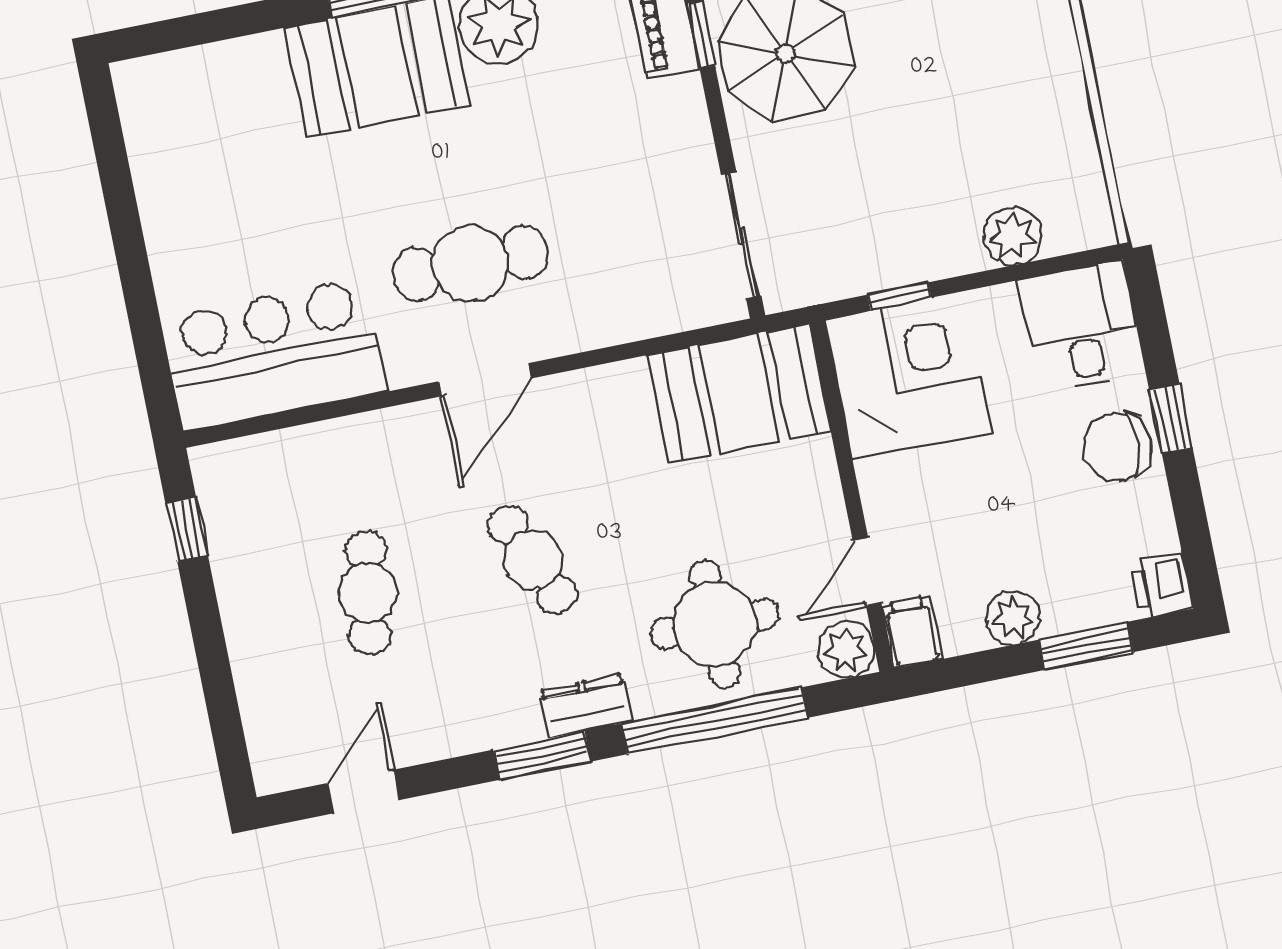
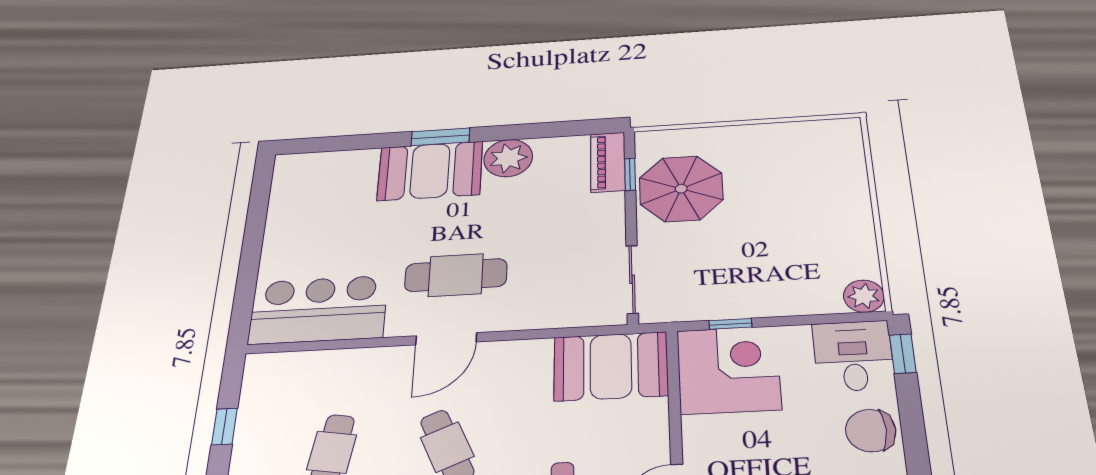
plant: (1013, 236) -> (864, 296), moved
window: (1171, 418) -> (903, 354), moved
window: (187, 529) -> (224, 427), moved

